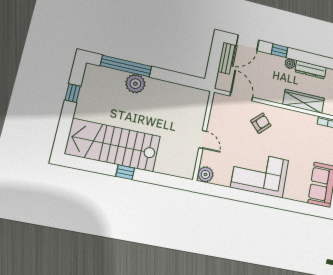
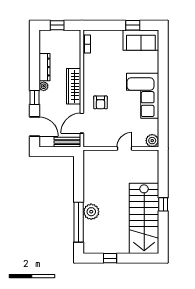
bench: (226, 58) -> (67, 142), moved
wardrobe: (304, 101) -> (74, 86), moved
armchair: (261, 123) -> (100, 102), turned -136

